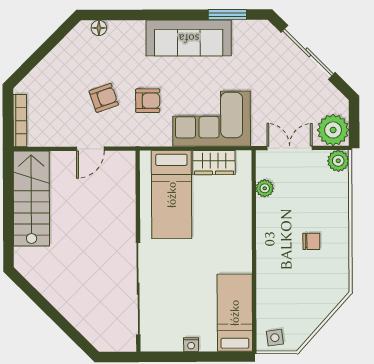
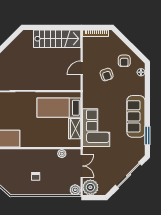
armchair: (148, 101) -> (124, 61), moved
door: (90, 149) -> (82, 68), hinge flipped

